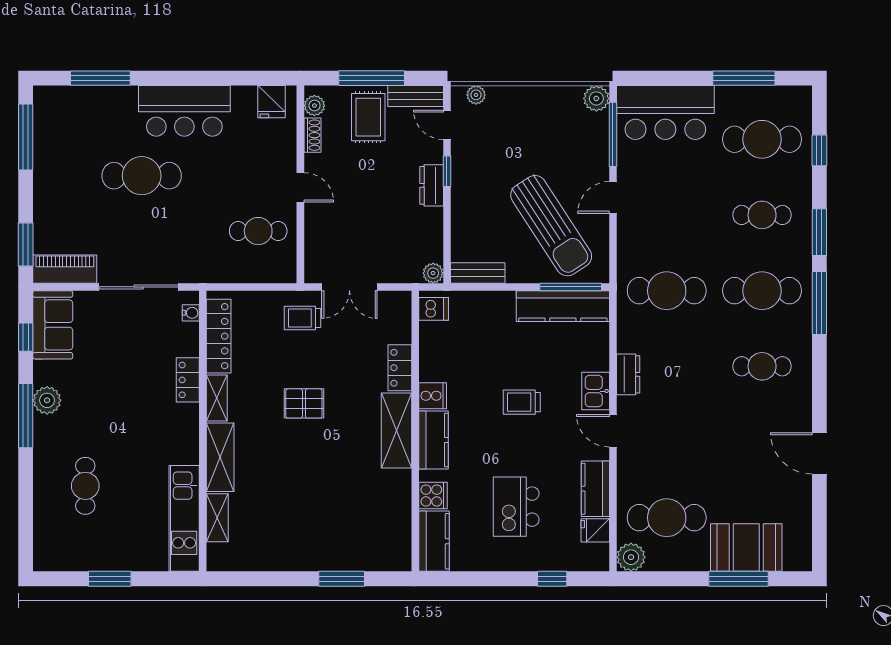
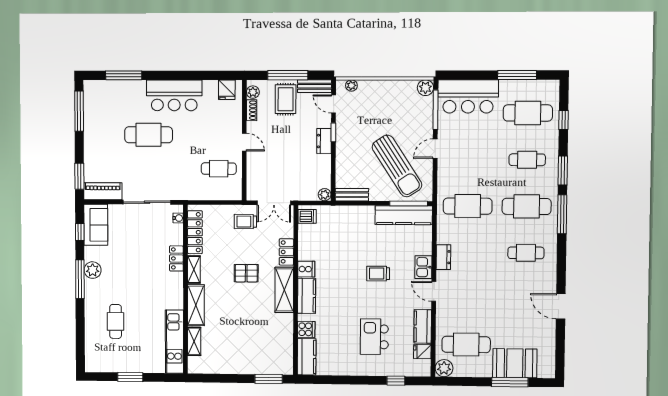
dishwasher: (434, 309) -> (307, 216), moved
locker: (400, 368) -> (286, 252), moved
cooker: (433, 396) -> (306, 269), moved
shelving: (396, 431) -> (284, 290), moved
wall: (415, 431) -> (296, 290), moved
kitchen counter: (433, 440) -> (307, 296), moved
cooker: (433, 496) -> (306, 329), moved
kitchen counter: (434, 541) -> (307, 357), moved

